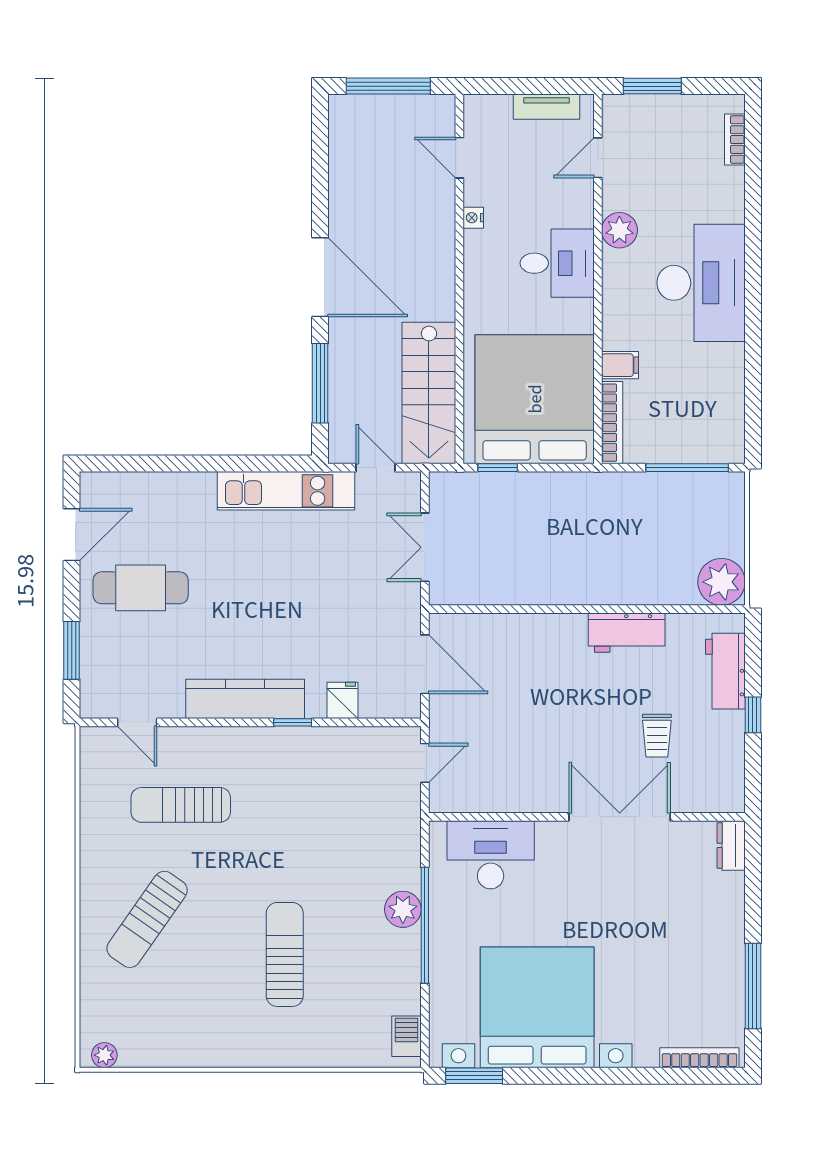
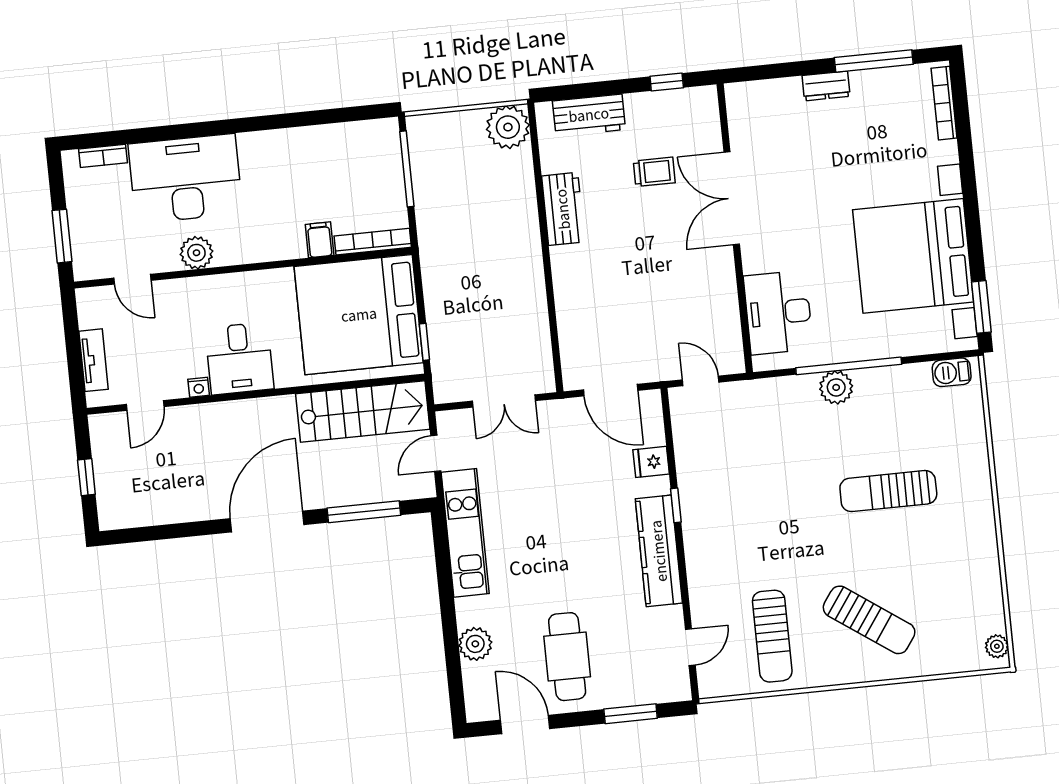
window: (388, 86) -> (86, 477), width x0.46
tv unit: (547, 107) -> (94, 360), moved
desk: (557, 263) -> (239, 358), moved, turned 180
desk: (701, 283) -> (185, 179), moved
plant: (164, 490) -> (475, 644), added
door: (425, 664) -> (611, 390), swing flipped
window: (753, 715) -> (667, 82), moved
sun lounger: (181, 805) -> (772, 636), moved
dresser: (731, 845) -> (826, 86), moved

